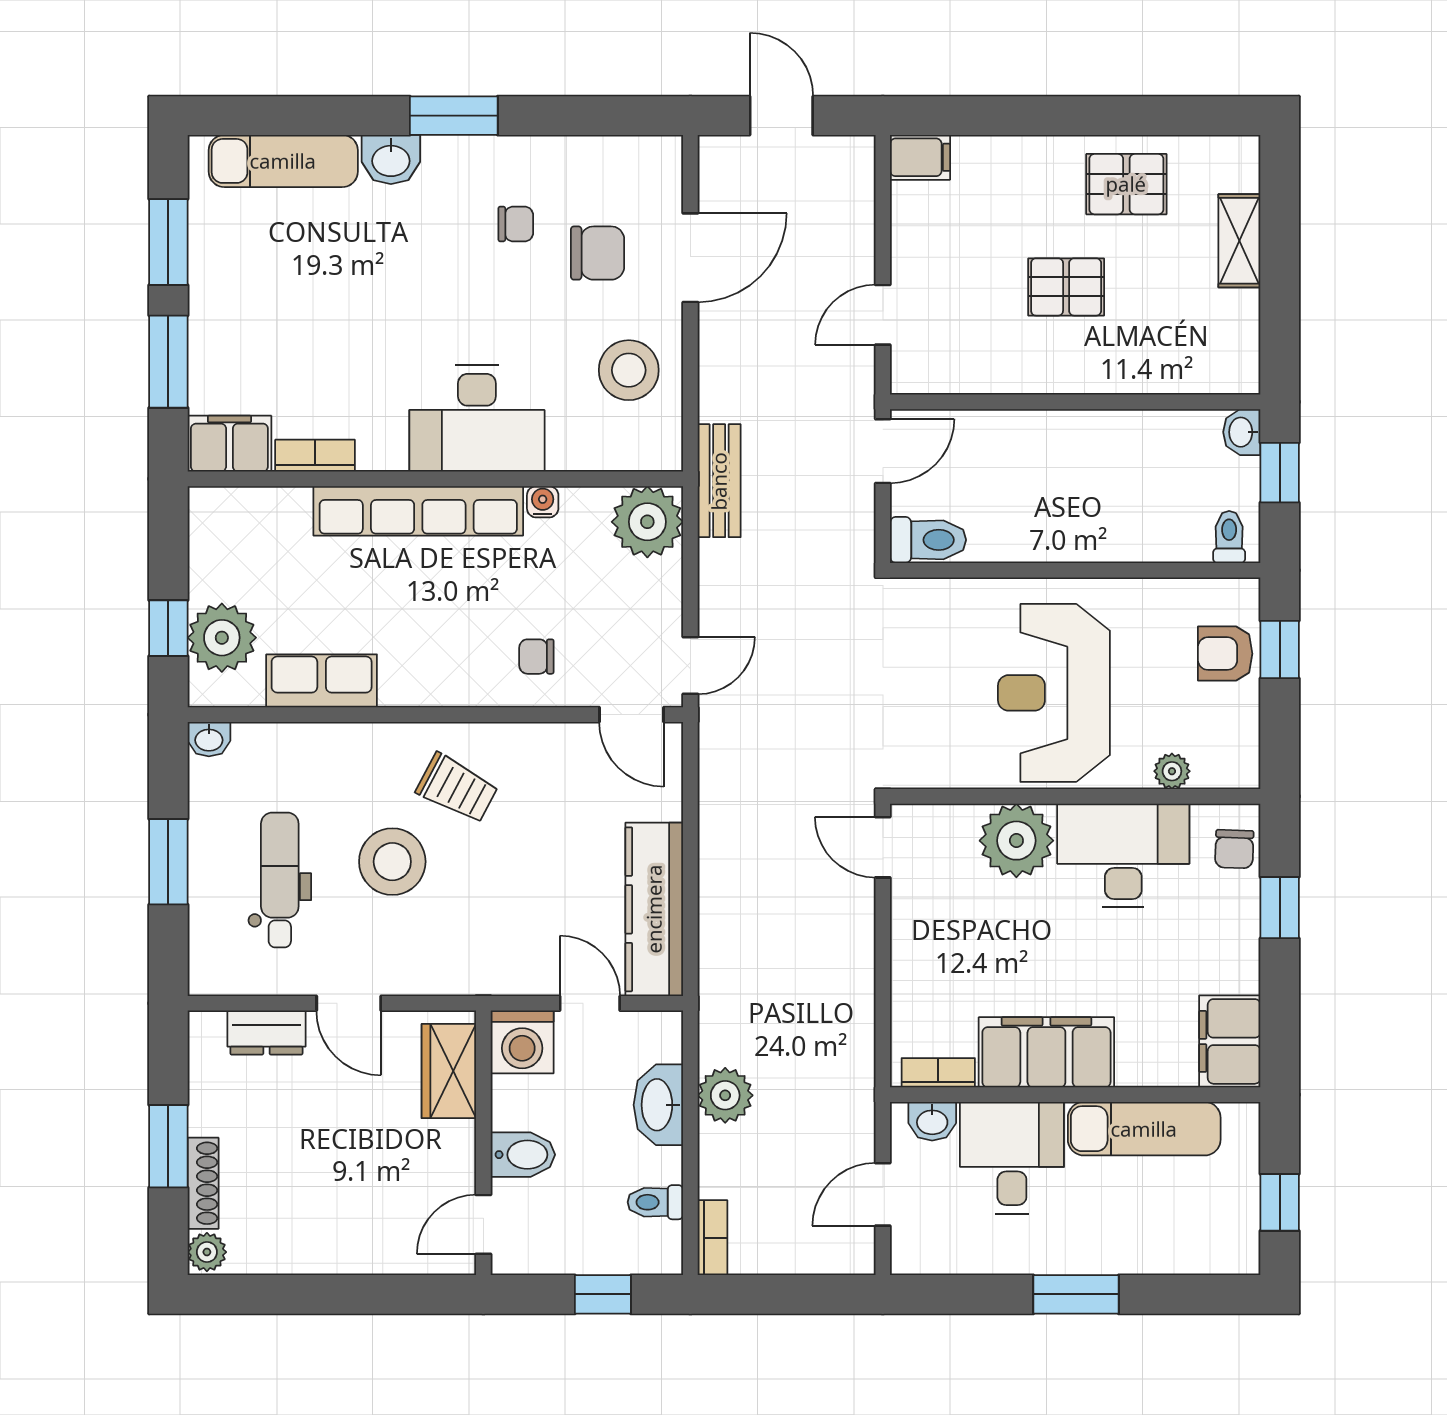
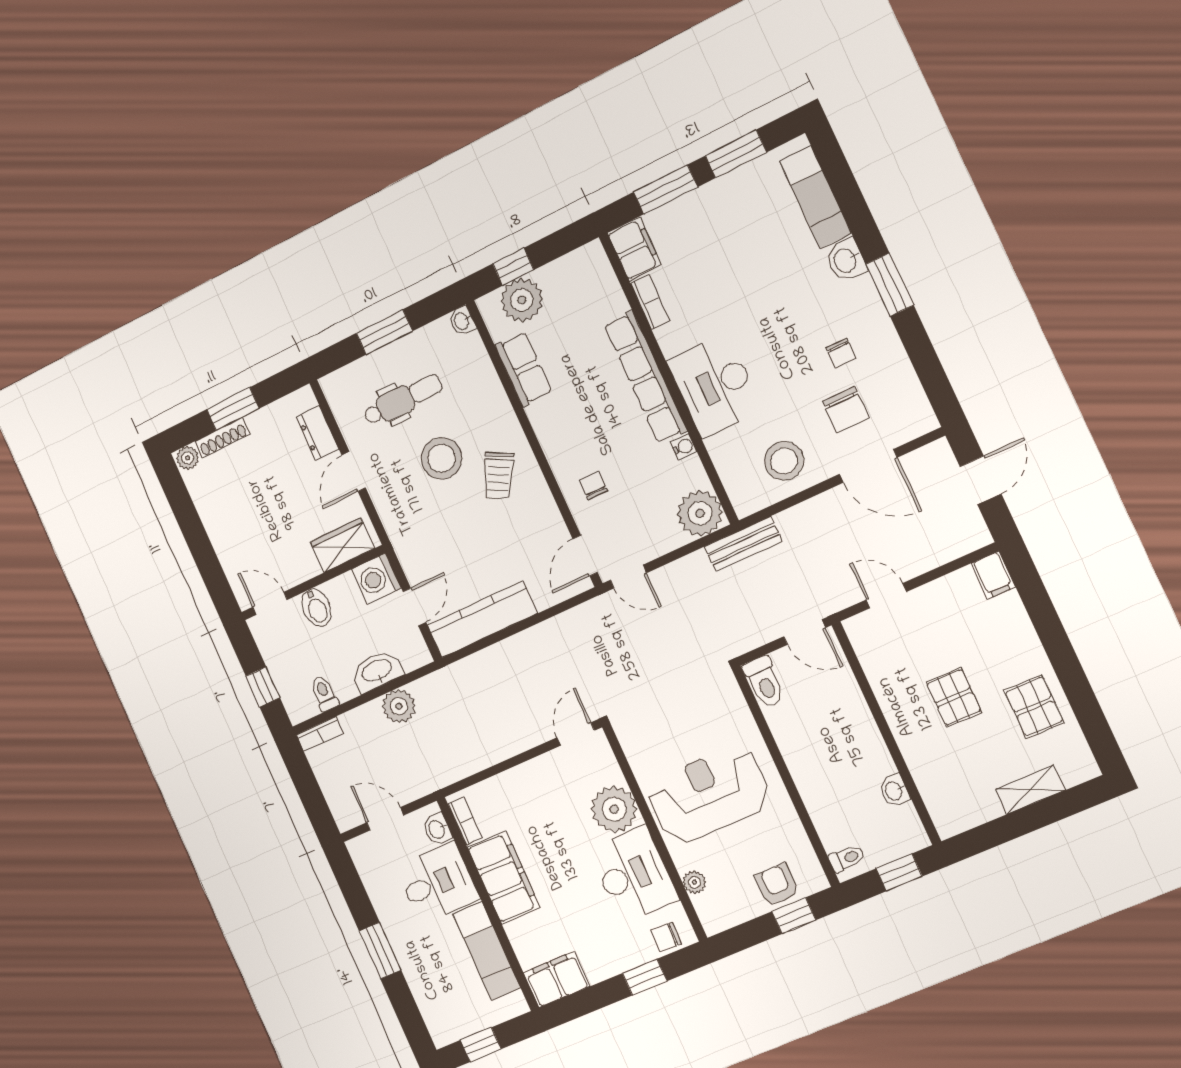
washbasin: (1242, 432) -> (894, 791), moved, turned -90

